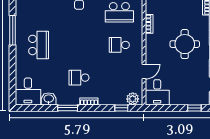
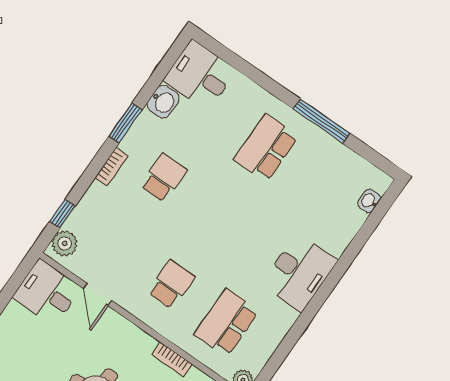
school desk: (39, 45) -> (266, 148), turned 90

